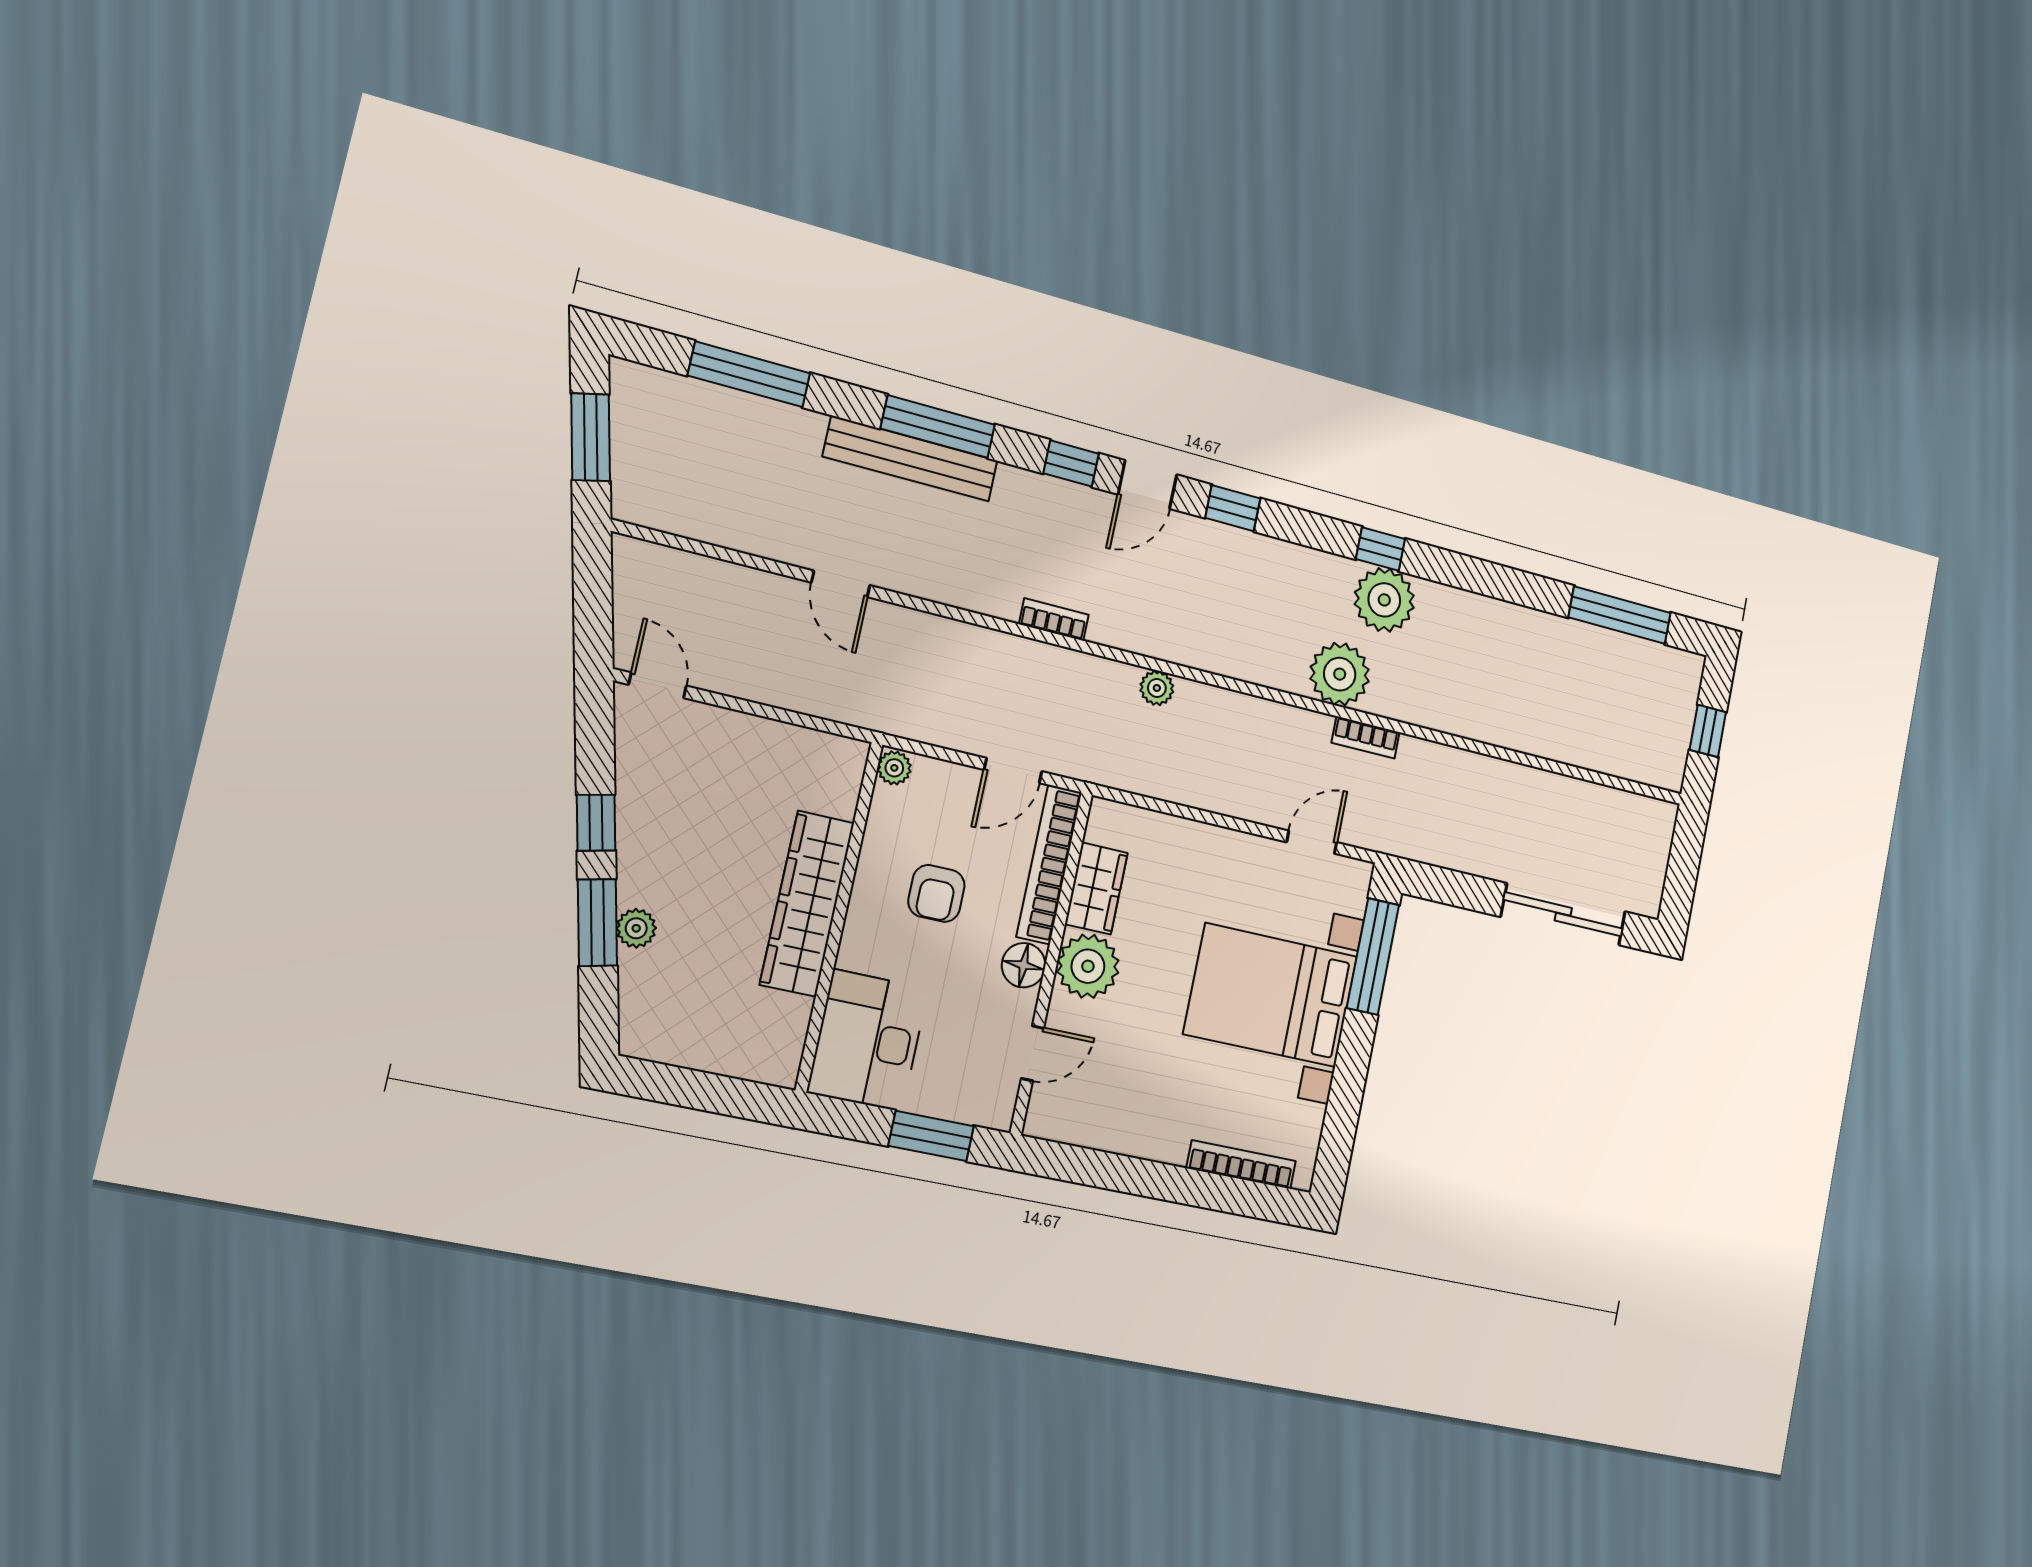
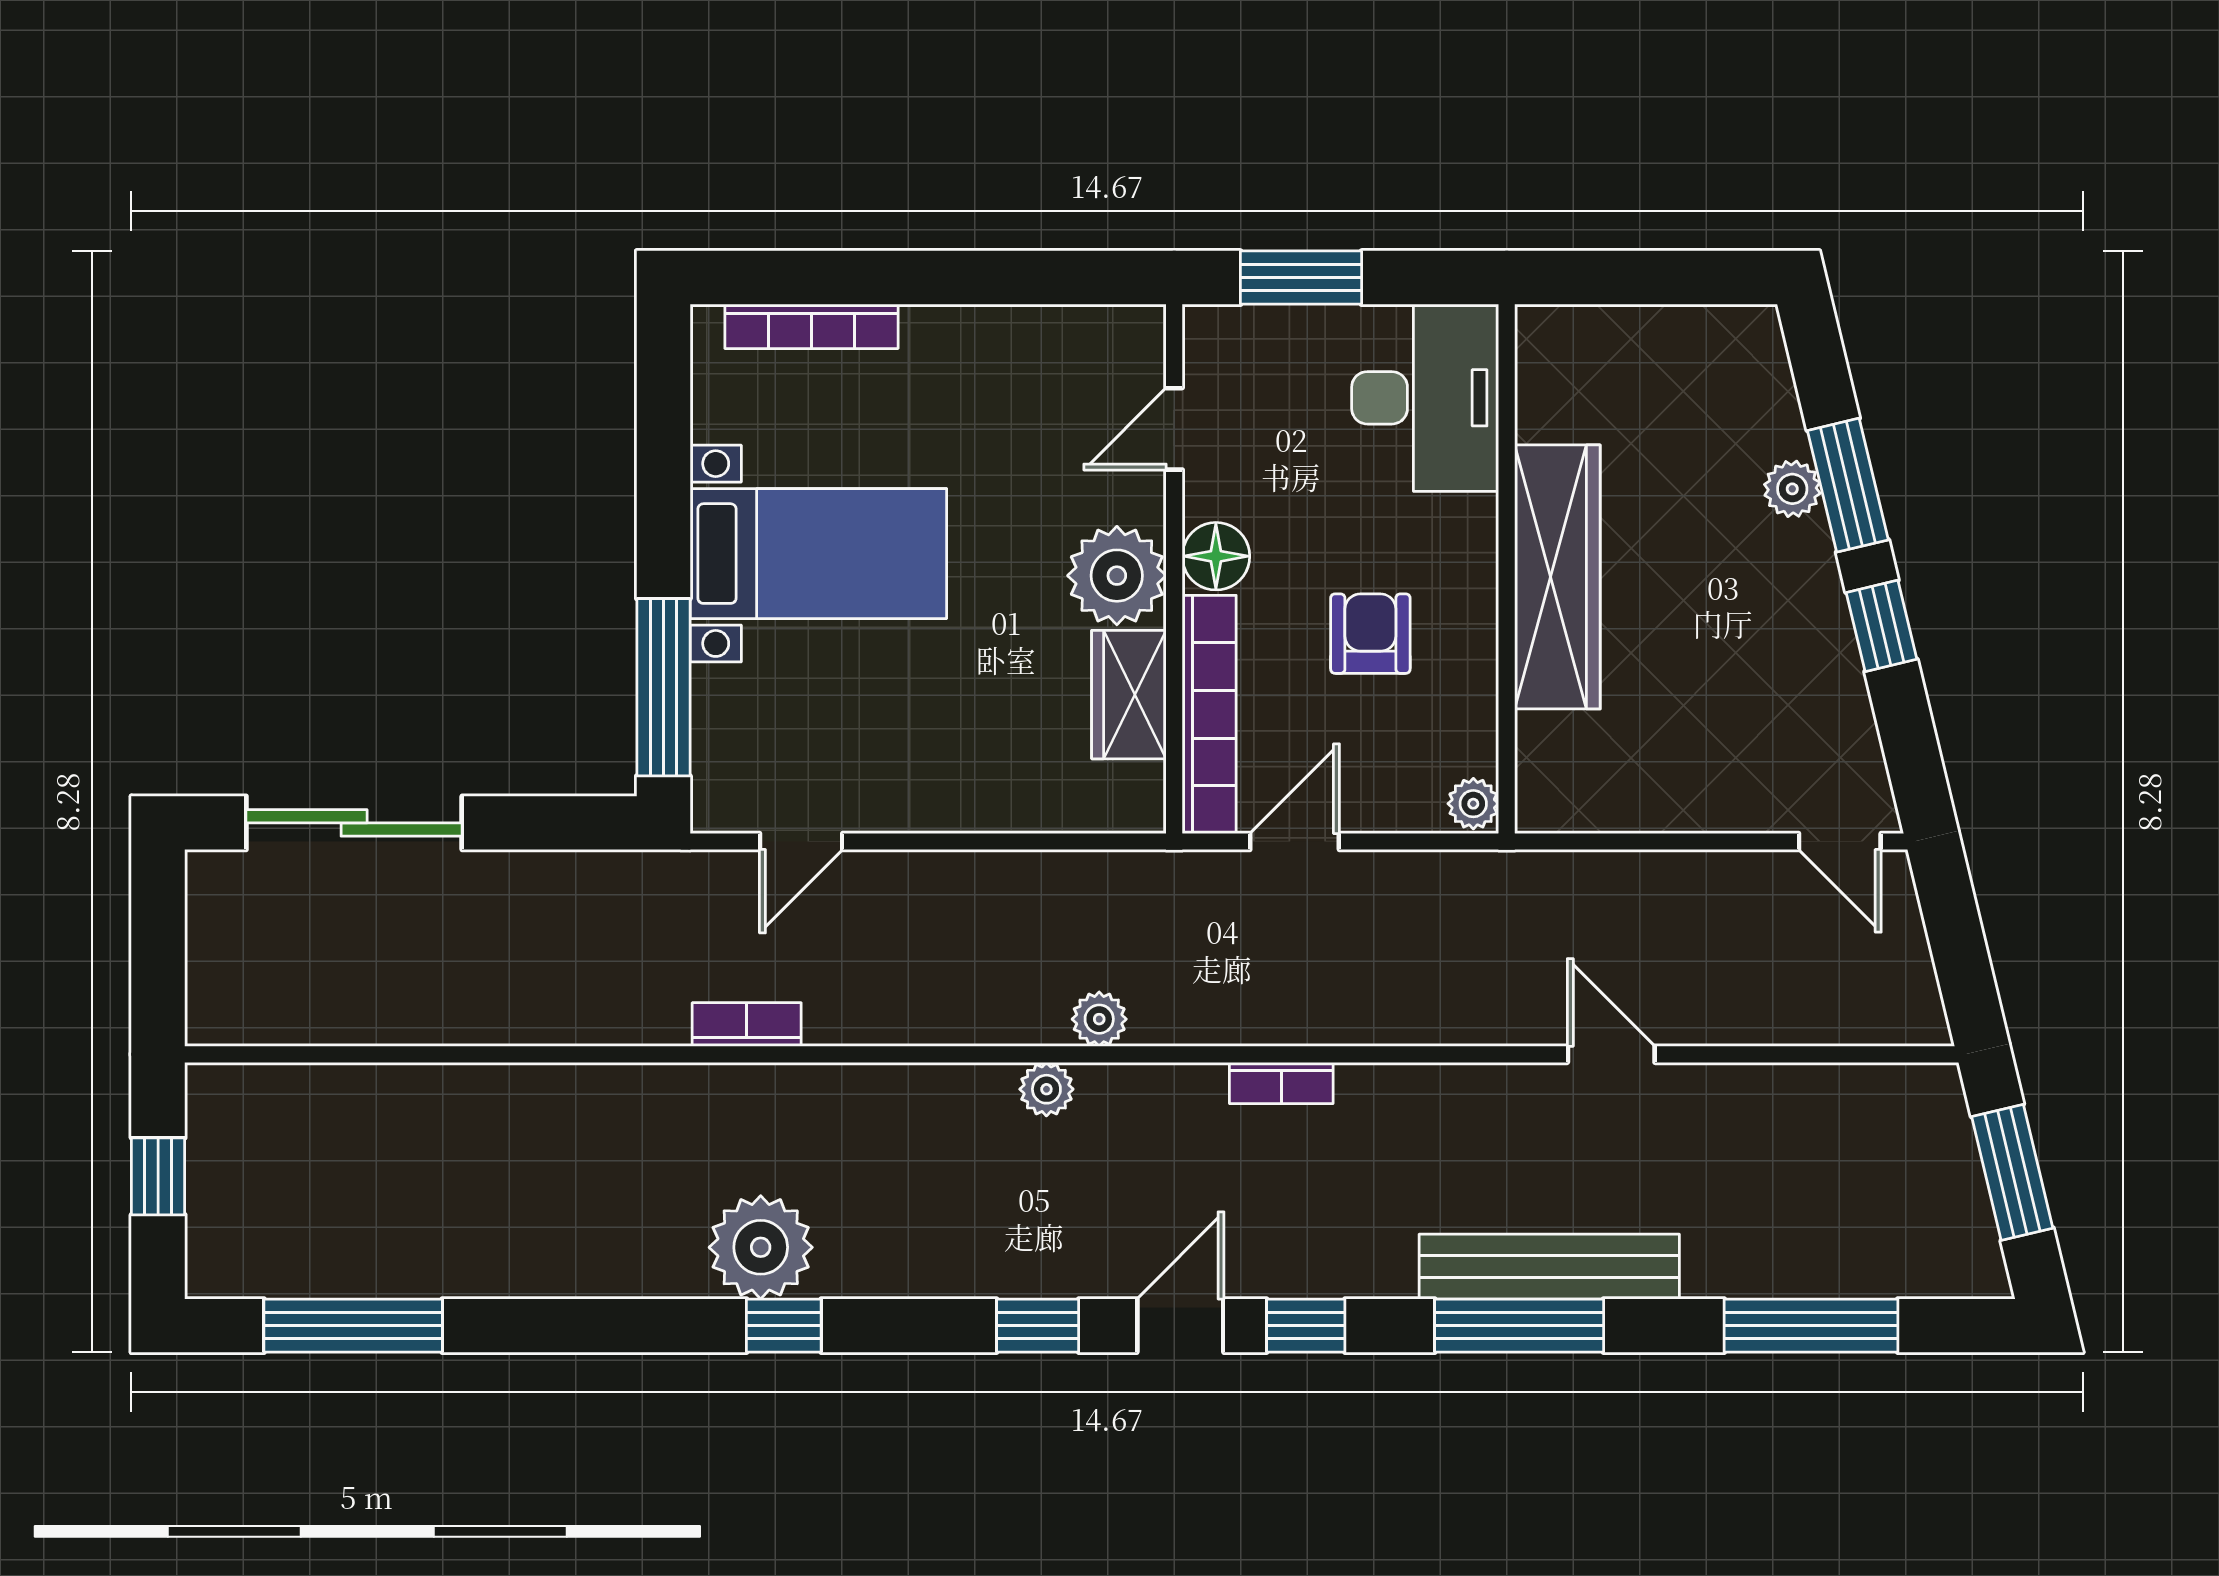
plant: (1340, 674) -> (1046, 1089), moved, width x0.53, depth x0.53
bed with nightstands: (1271, 995) -> (818, 554), width x0.73

